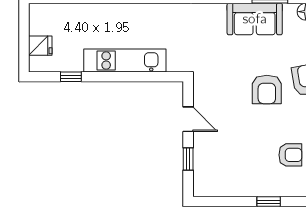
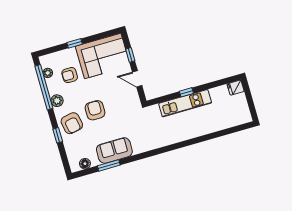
fridge: (40, 46) -> (236, 88), moved
window: (71, 77) -> (186, 92), moved
corner sofa: (231, 170) -> (103, 56), added

